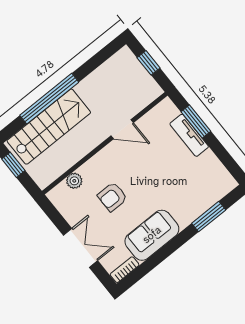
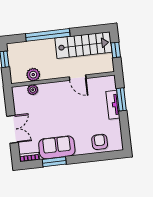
stairs: (49, 127) -> (83, 45), moved
plant: (63, 161) -> (33, 75), added
armchair: (112, 197) -> (100, 142), moved, turned 90
window: (209, 217) -> (54, 162), moved

